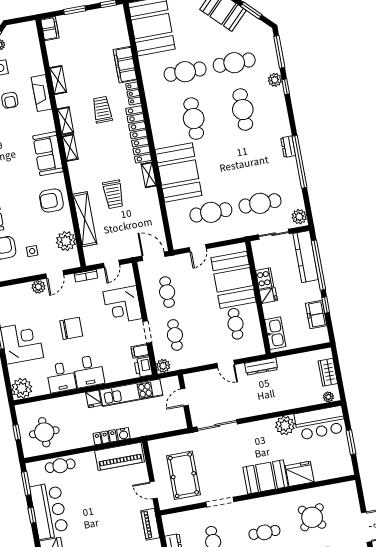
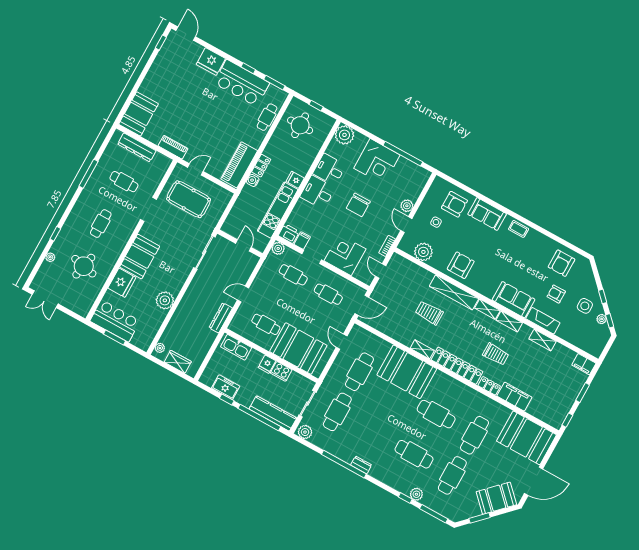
sofa: (48, 154) -> (513, 300), moved
shelving: (85, 219) -> (454, 292), moved
bar counter: (320, 423) -> (115, 321), moved, turned 90
round table: (312, 517) -> (84, 266), turned -35

